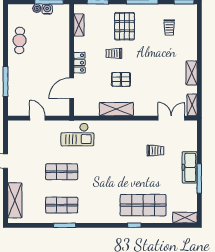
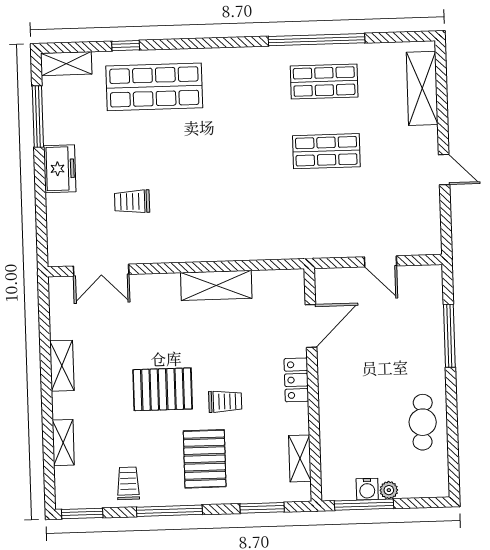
trolley: (169, 28) -> (128, 483), moved
pallet: (121, 79) -> (163, 389), moved, width x1.50, depth x1.42
shelving: (192, 105) -> (63, 443), moved
checkout: (77, 134) -> (296, 230), removed
freezer: (190, 167) -> (60, 169), width x0.71
window: (199, 178) -> (38, 117), moved
window: (65, 225) -> (317, 40), width x2.11
window: (134, 225) -> (126, 46), moved

